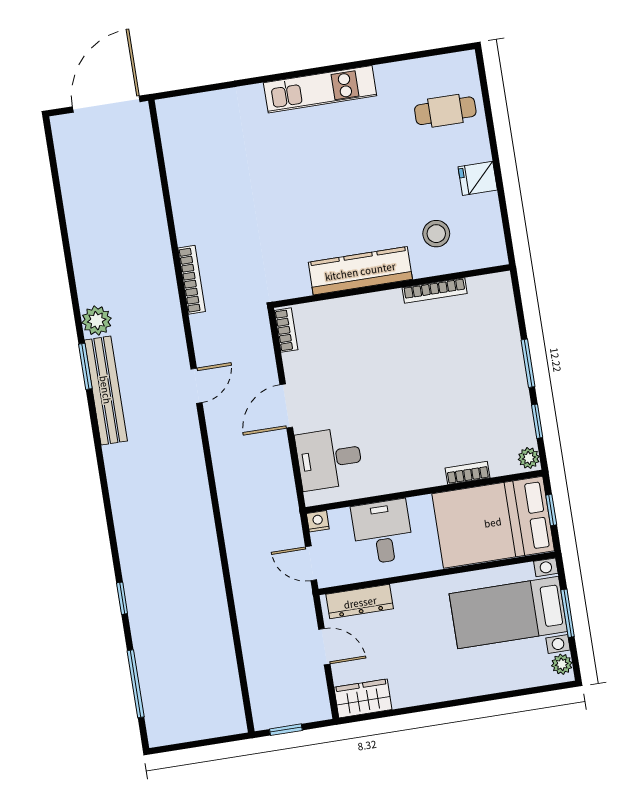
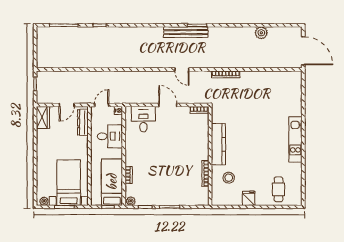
plant: (97, 321) -> (261, 33), moved
bed: (493, 522) -> (112, 182), width x0.67

